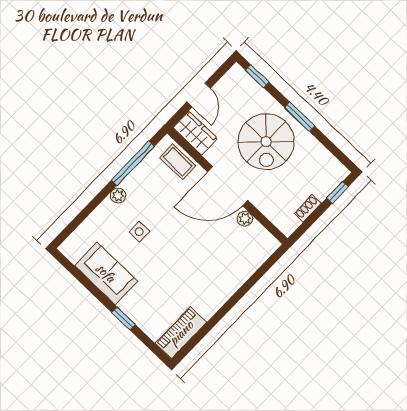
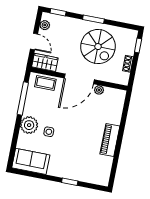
plant: (228, 82) -> (45, 25), added
spiral stairs: (266, 142) -> (98, 47), moved
plant: (118, 196) -> (29, 125), width x1.87, depth x1.87
sofa: (106, 273) -> (31, 161), moved
piano: (181, 333) -> (110, 140), moved

